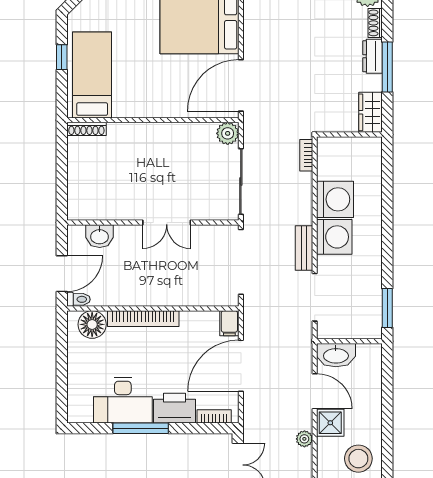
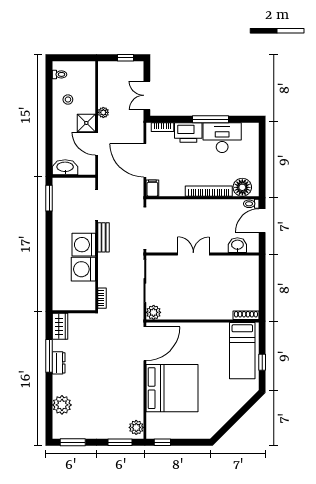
shoe rack: (375, 23) -> (57, 385), removed
washbasin: (336, 355) -> (65, 167), moved
door: (241, 366) -> (145, 160), swing flipped
stool: (358, 459) -> (68, 100), width x0.53, depth x0.53

